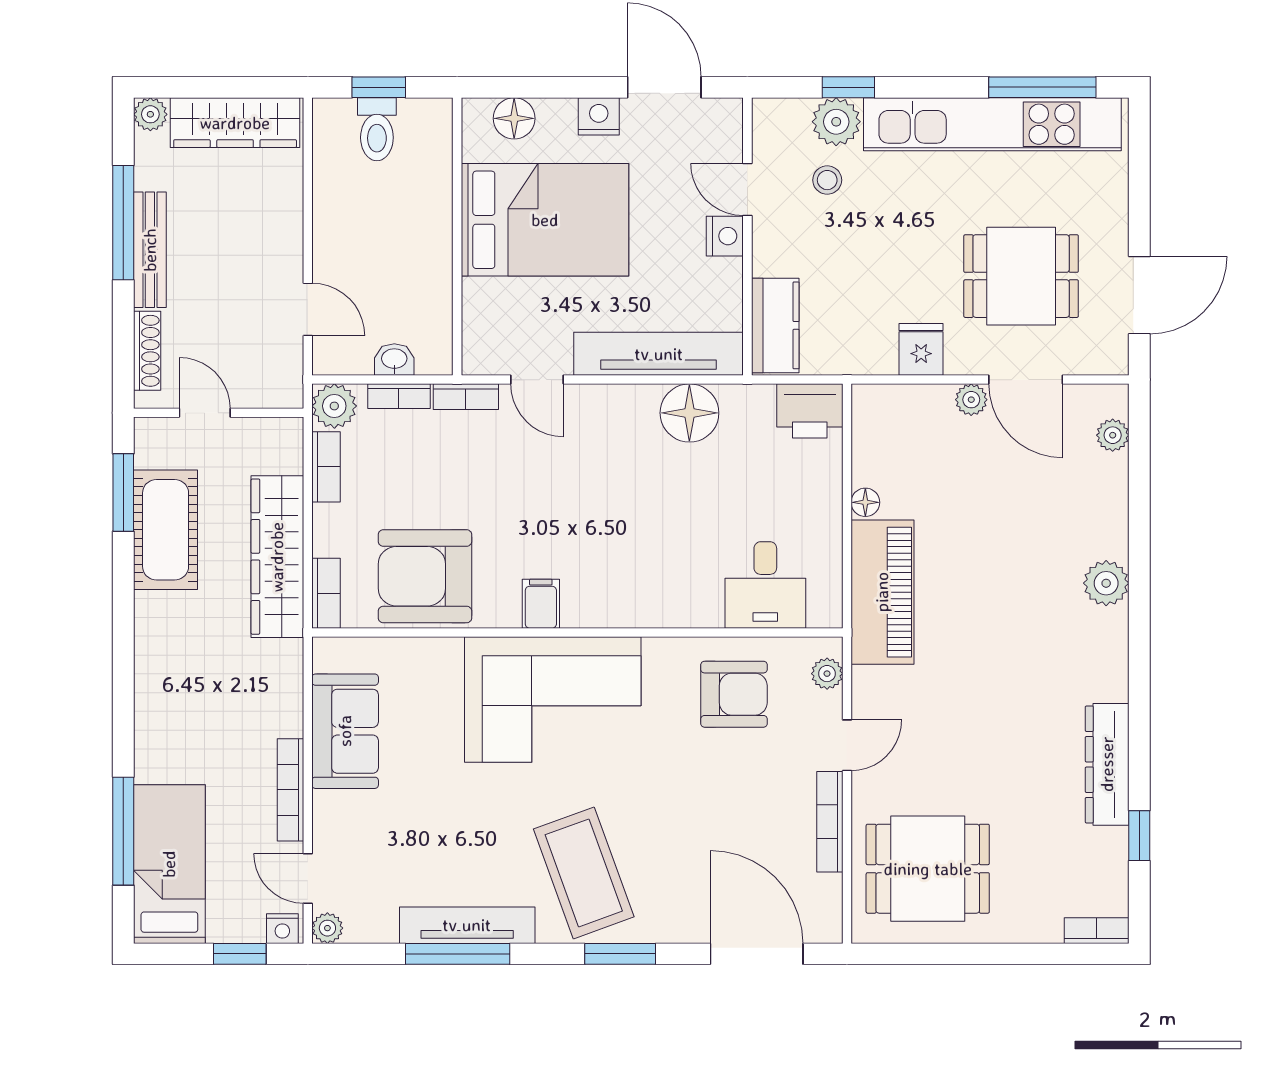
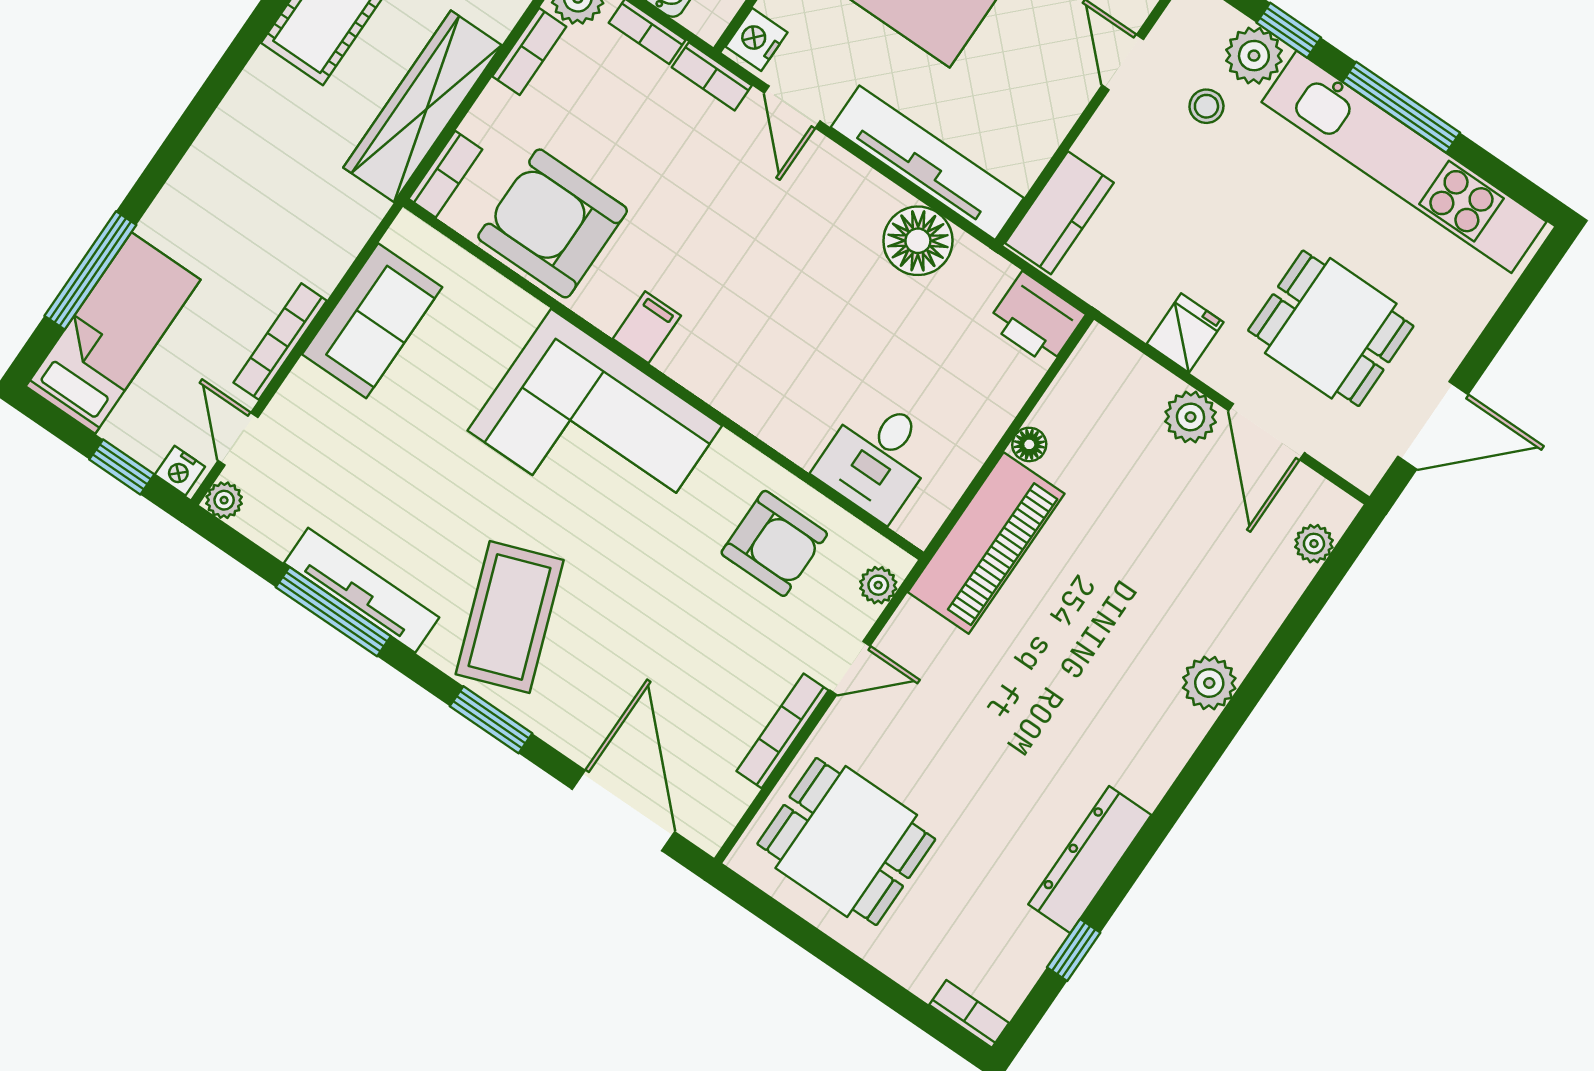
window: (1042, 87) -> (1401, 107), moved
nightstand: (725, 236) -> (757, 39), moved, turned 180
plant: (971, 400) -> (1191, 417), width x1.38, depth x1.38

